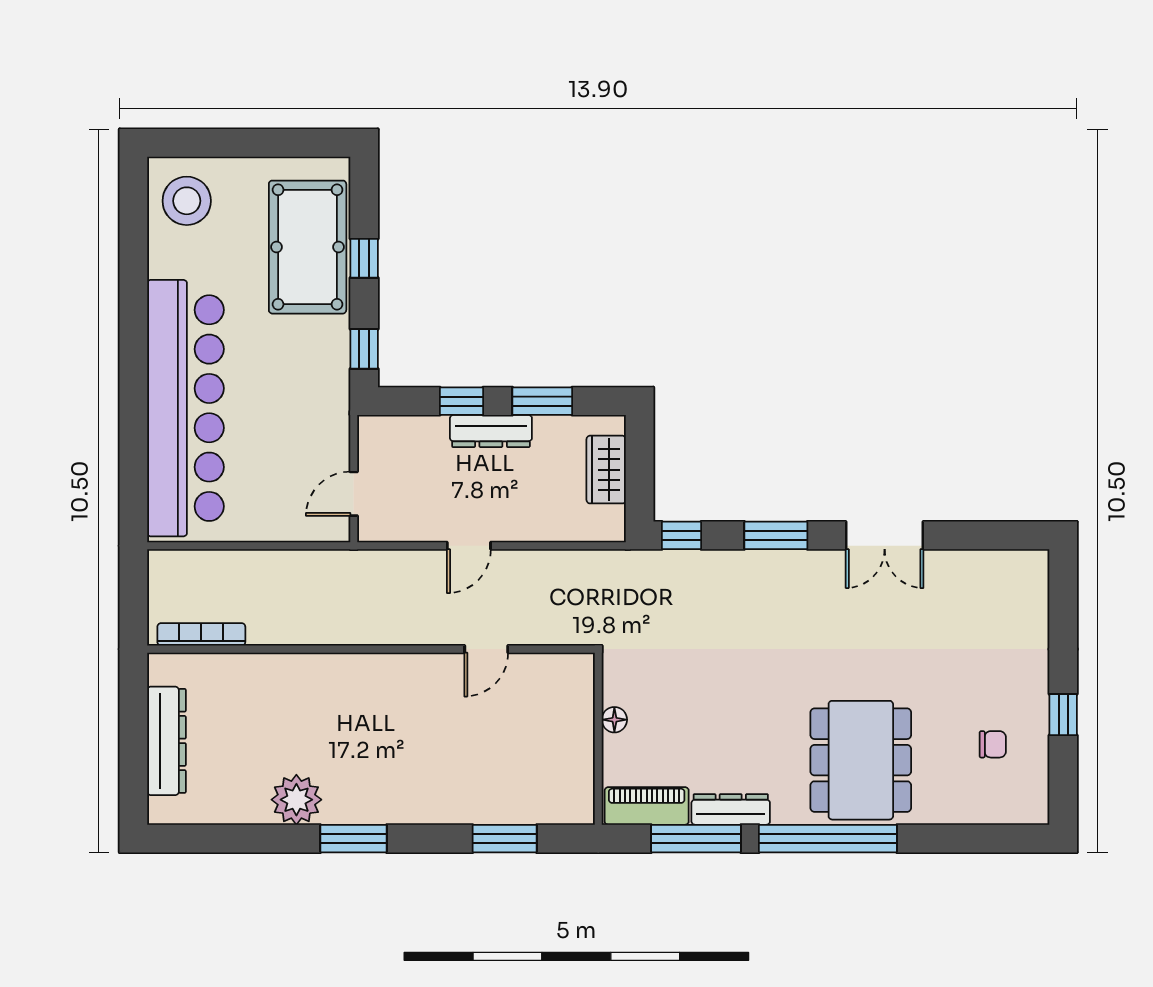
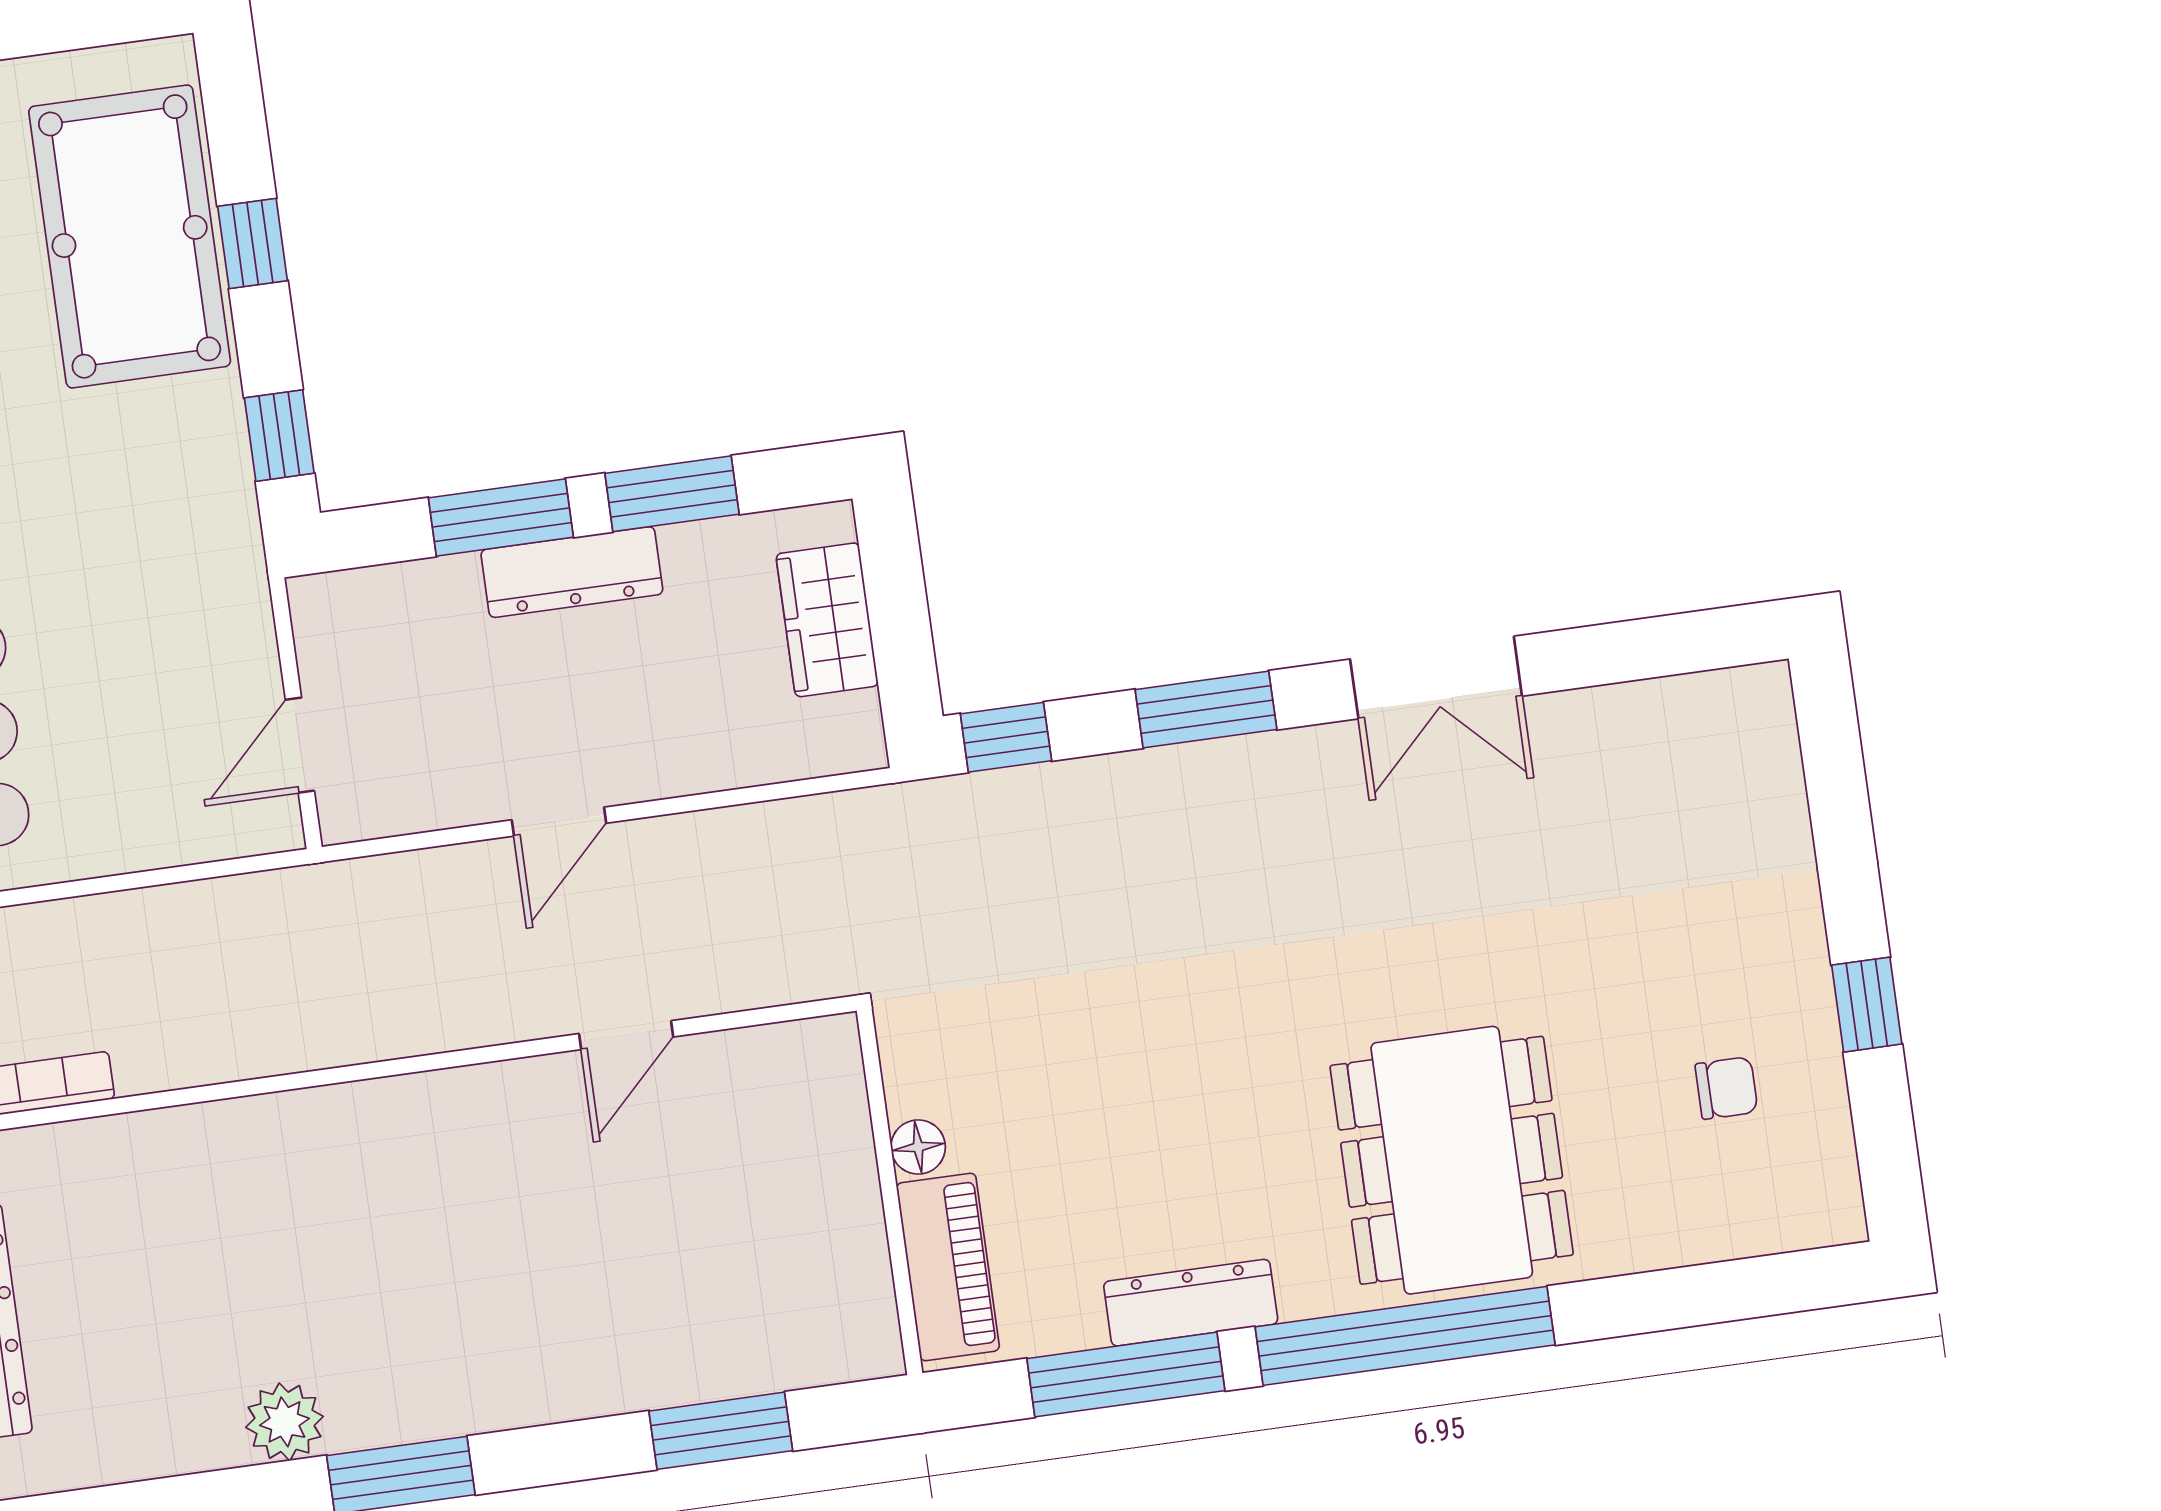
window: (462, 401) -> (501, 518), width x1.50
plant: (296, 800) -> (285, 1422), width x0.73, depth x0.73
piano: (647, 806) -> (948, 1267), moved, turned 90

